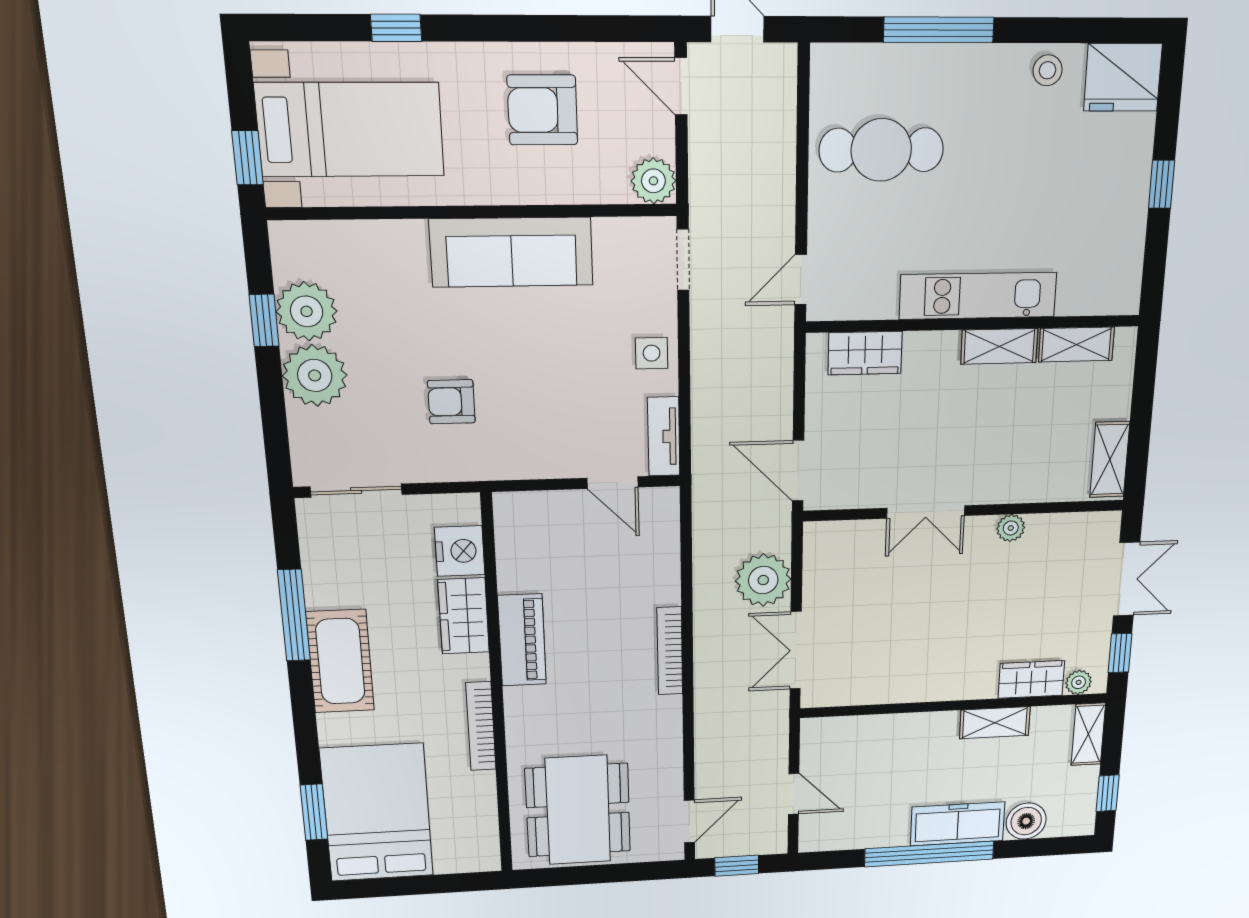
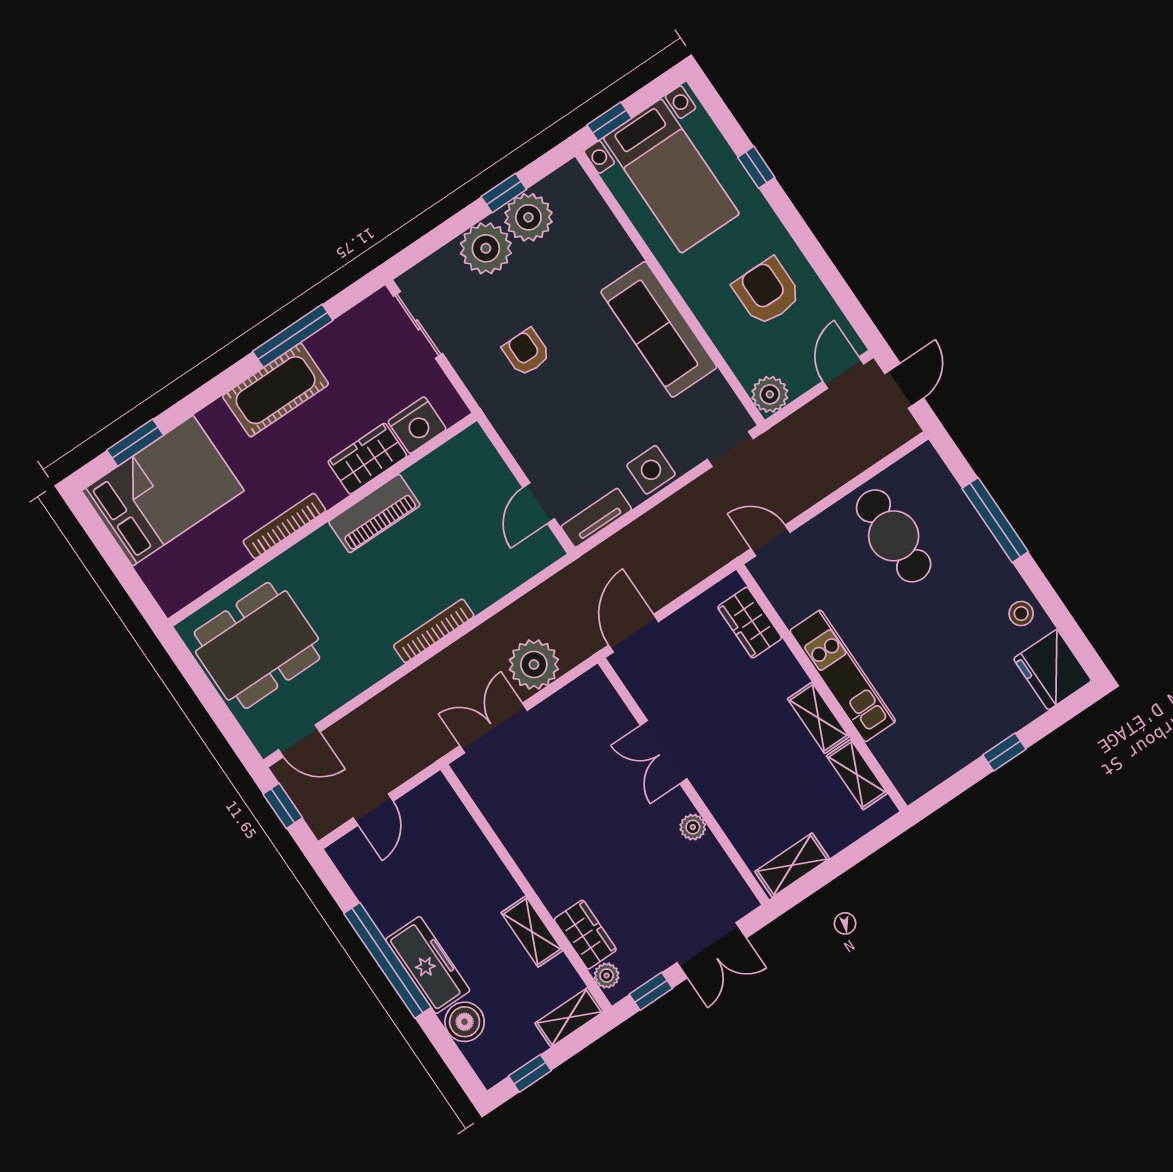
side table: (652, 353) -> (651, 470), width x1.37, depth x1.37

